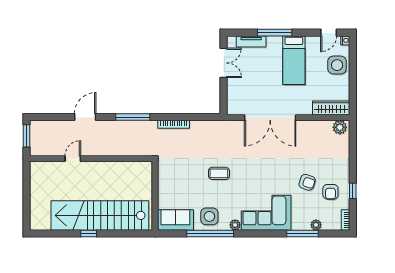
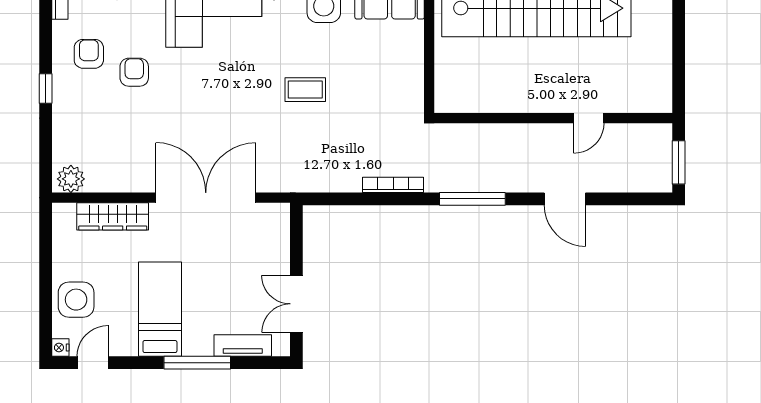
wardrobe: (331, 108) -> (113, 216), moved
door: (85, 117) -> (565, 199), hinge flipped
armchair: (307, 182) -> (134, 72), turned 71
window: (353, 191) -> (46, 88), moved

